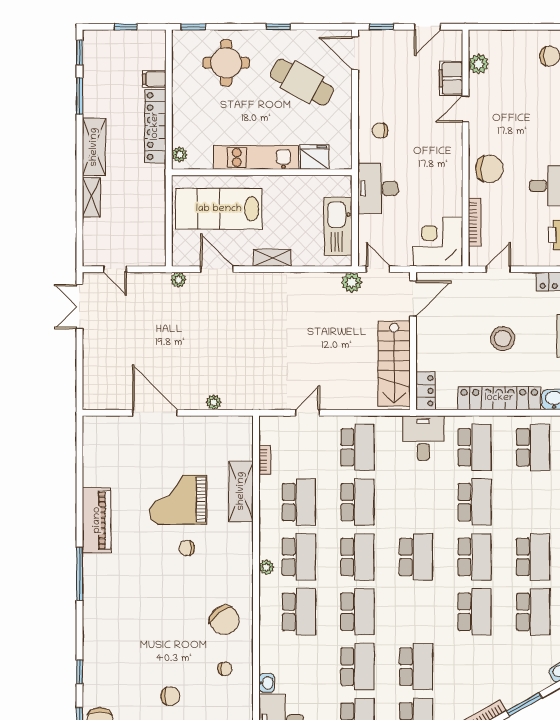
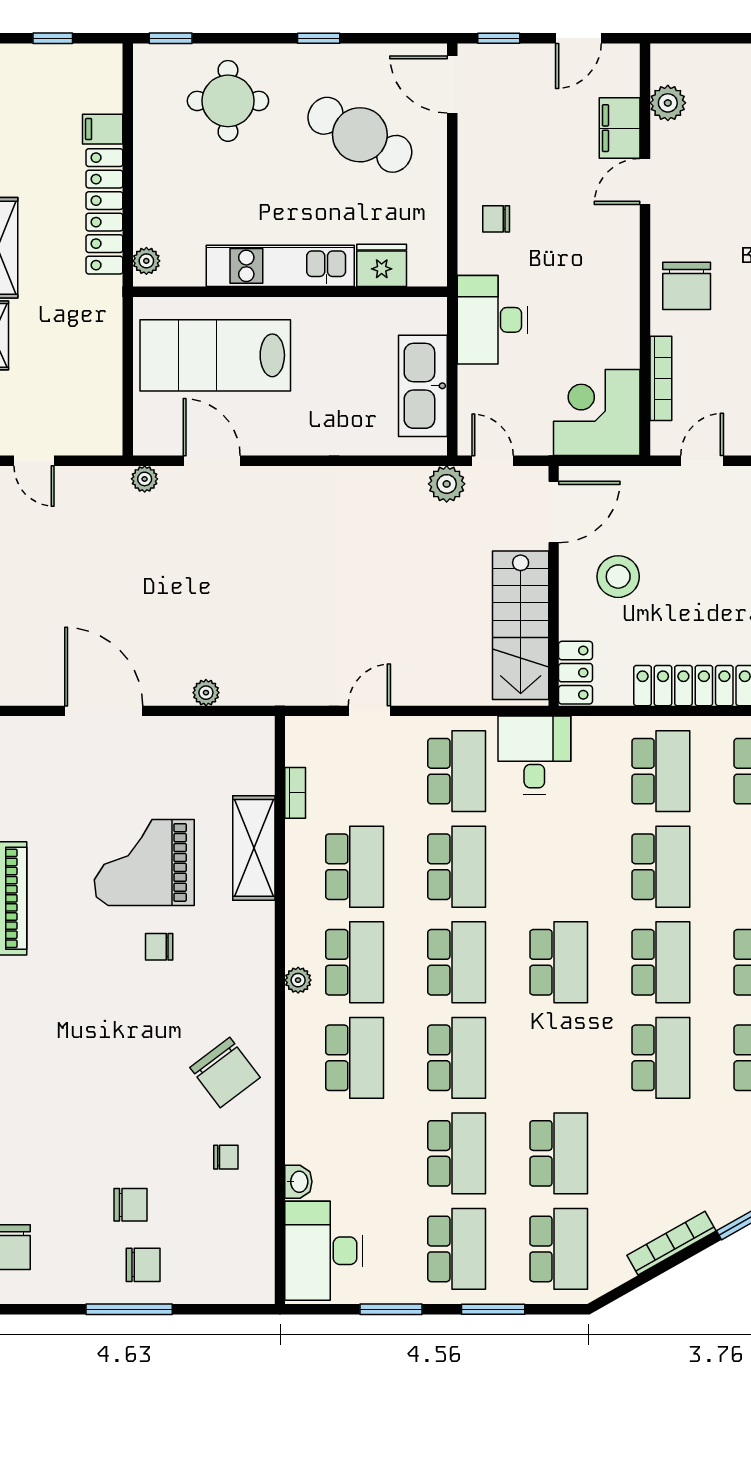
chair: (489, 169) -> (687, 286), turned 90
shelving: (272, 258) -> (308, 441), removed
stool: (503, 339) -> (618, 577), moved
desk: (423, 438) -> (534, 755), moved

